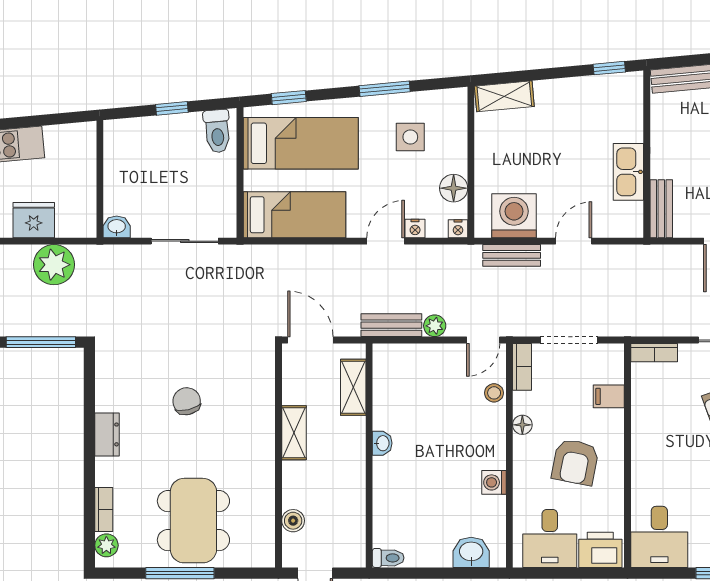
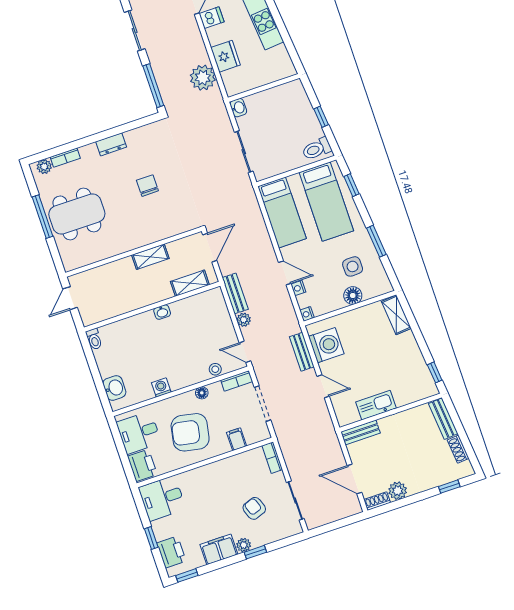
floor lamp: (454, 188) -> (353, 295), moved
chair: (187, 401) -> (147, 186), turned -77
armchair: (575, 462) -> (190, 432), width x1.36, depth x1.36
boiler: (293, 521) -> (97, 274), removed

